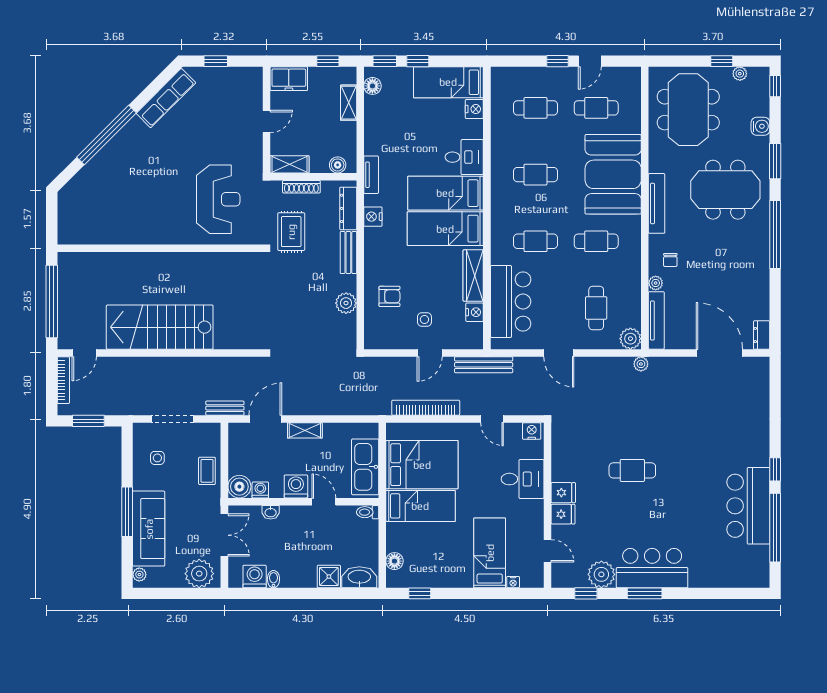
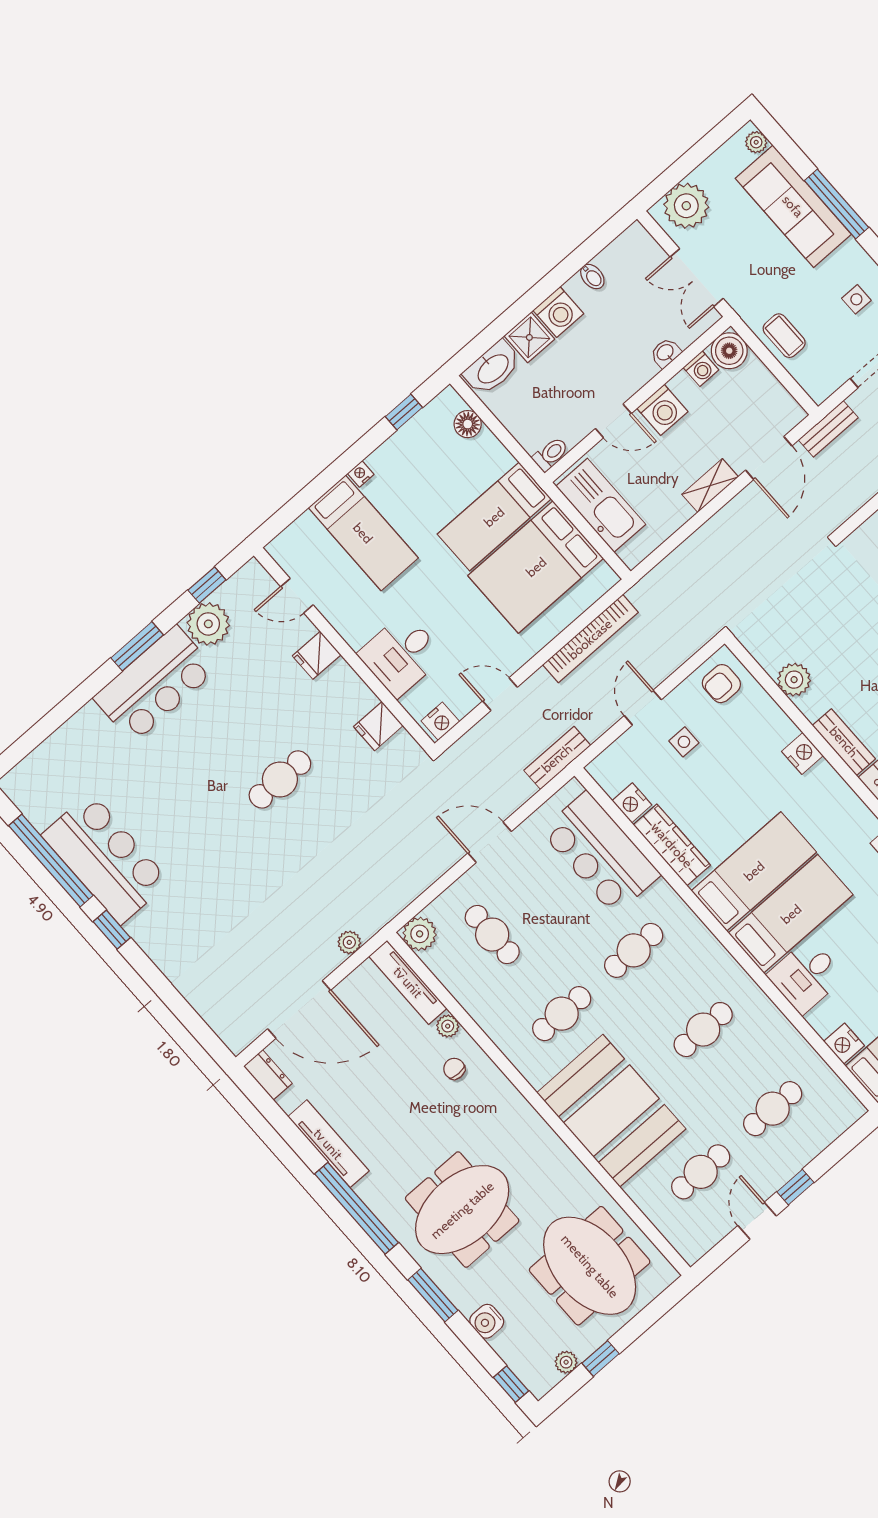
tv unit: (657, 203) -> (328, 1144), moved, turned 180
nightstand: (373, 217) -> (802, 753), moved
armchair: (389, 296) -> (721, 684), moved
plant: (641, 364) -> (349, 942), moved
bench: (484, 365) -> (557, 758), width x0.73
fridge: (563, 493) -> (378, 726), moved
washing machine: (255, 577) -> (558, 312), moved
nightstand: (513, 582) -> (361, 474), moved

